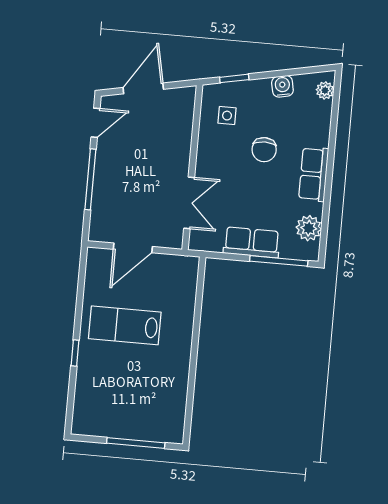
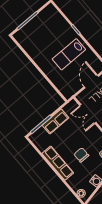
row of seats: (314, 174) -> (58, 163), width x1.48
plant: (309, 228) -> (42, 144), removed
lab bench: (125, 325) -> (69, 54), turned 180

